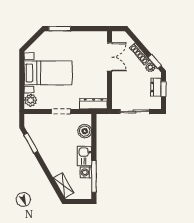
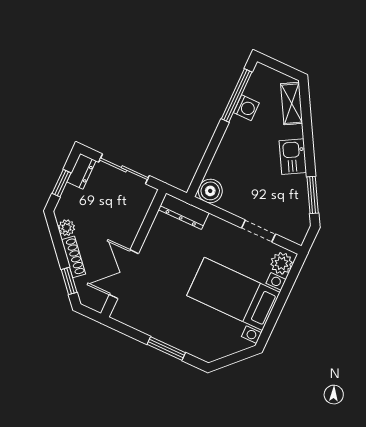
window: (60, 29) -> (166, 348), moved
window: (155, 61) -> (69, 281), moved
dresser: (156, 87) -> (81, 171), moved
doorway: (61, 111) -> (258, 231), moved
boiler: (85, 131) -> (210, 191), moved
kitchen sink: (84, 156) -> (293, 157), moved, turned 151

